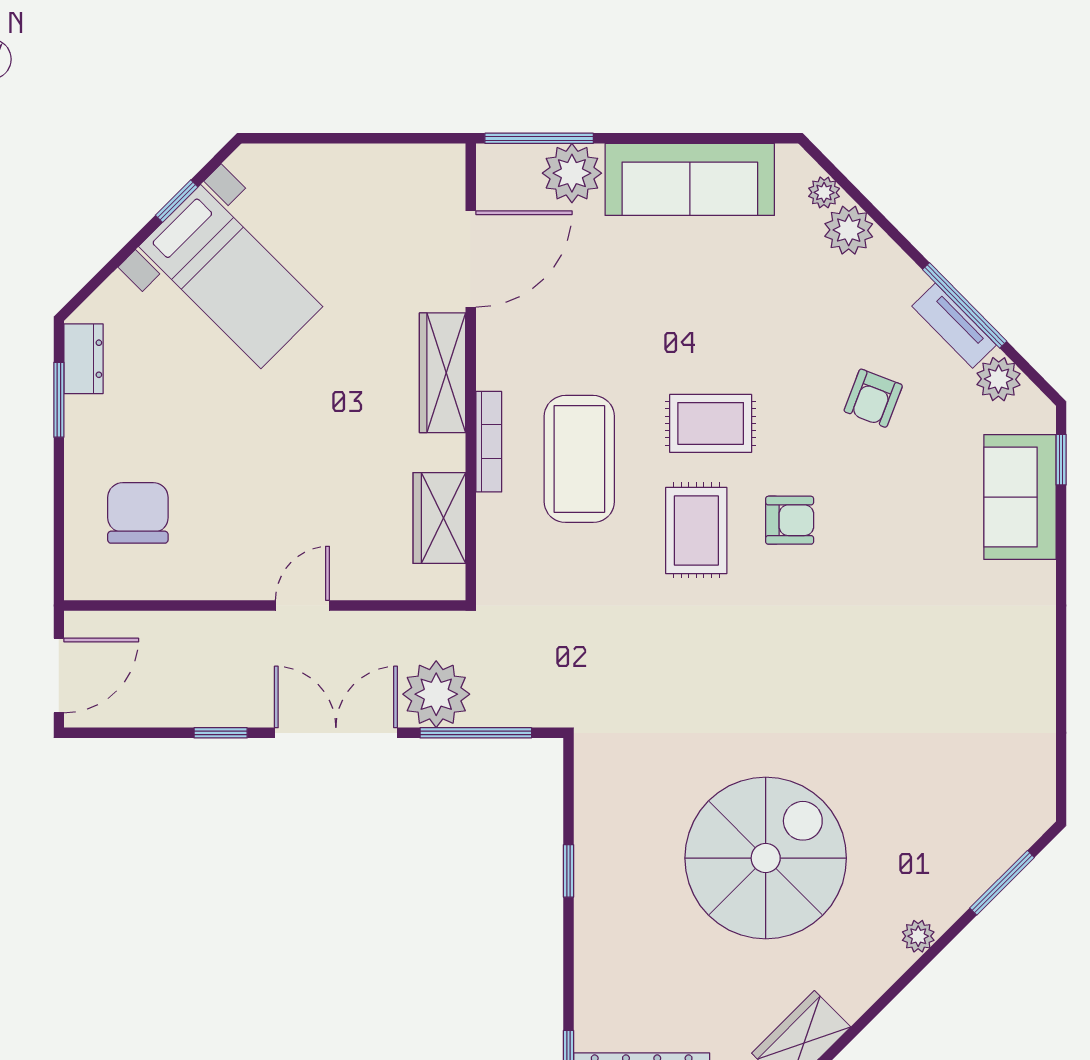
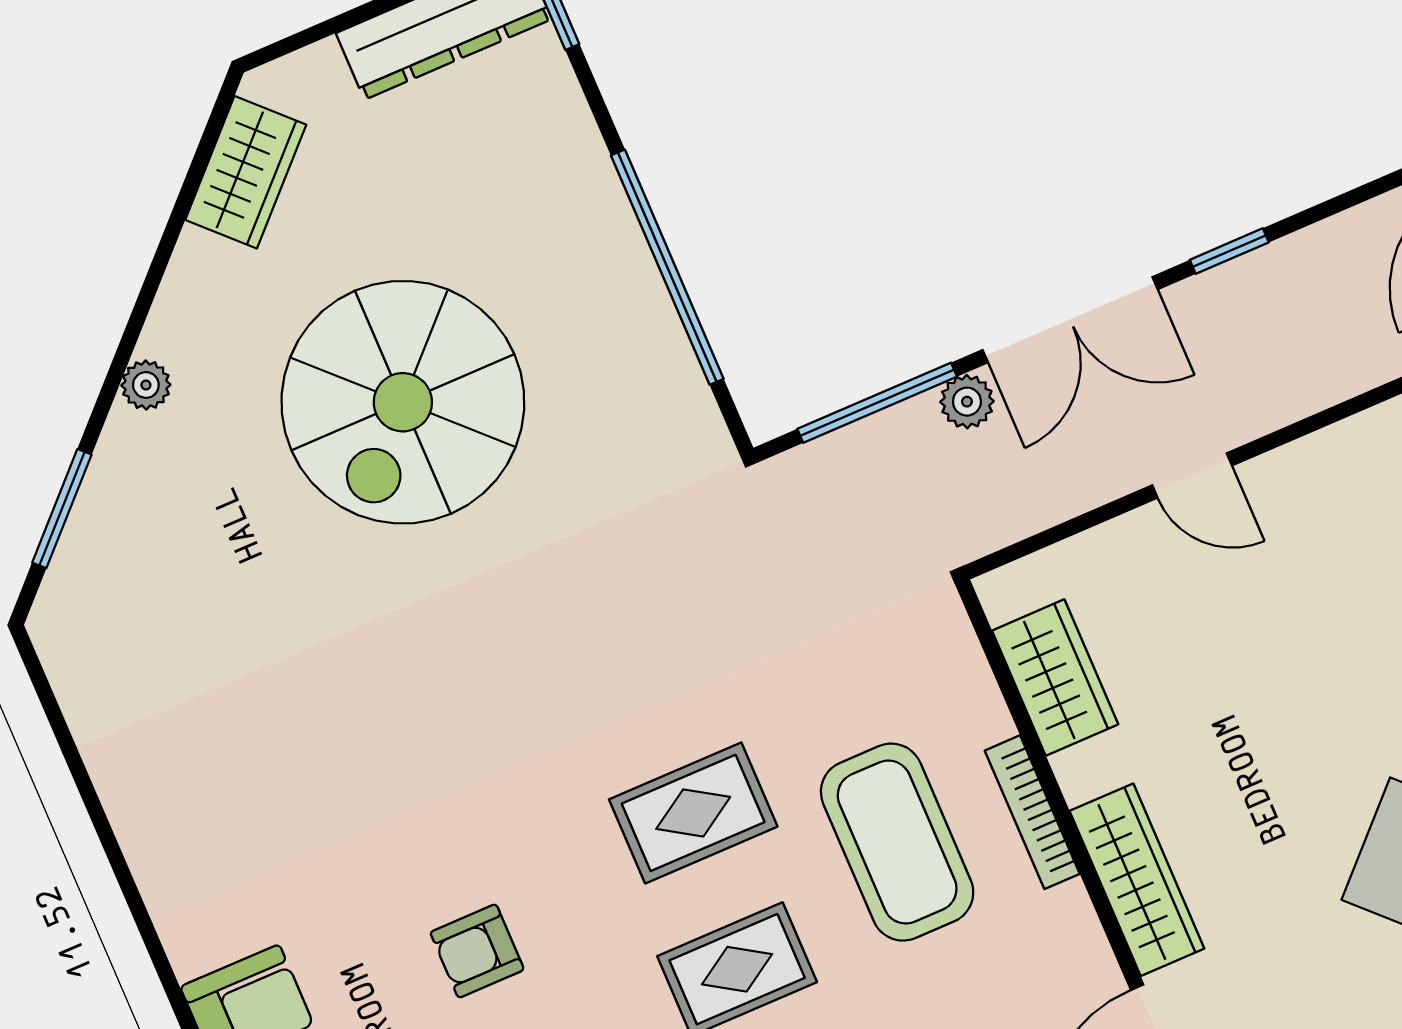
armchair: (790, 520) -> (477, 951), moved
rug: (696, 530) -> (693, 813), turned 90
door: (302, 605) -> (1192, 475), hinge flipped
plant: (436, 694) -> (967, 402), width x0.53, depth x0.53
window: (568, 871) -> (667, 267), width x3.17

